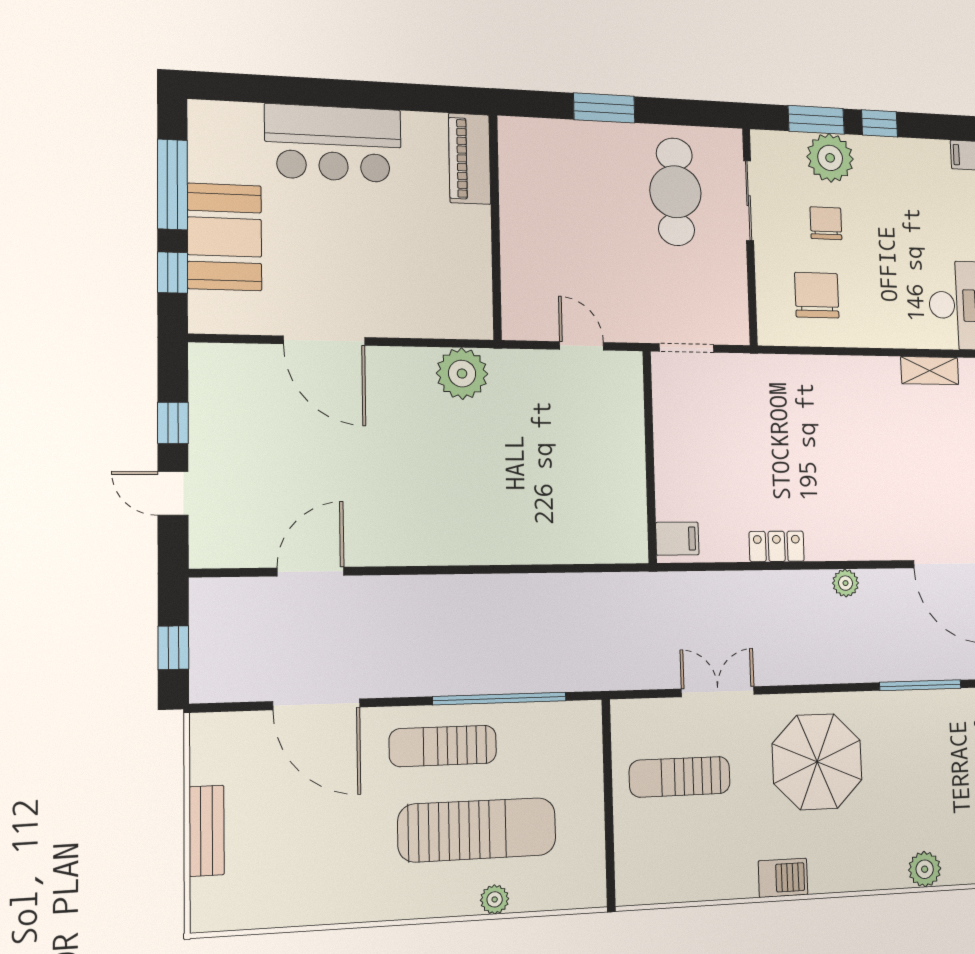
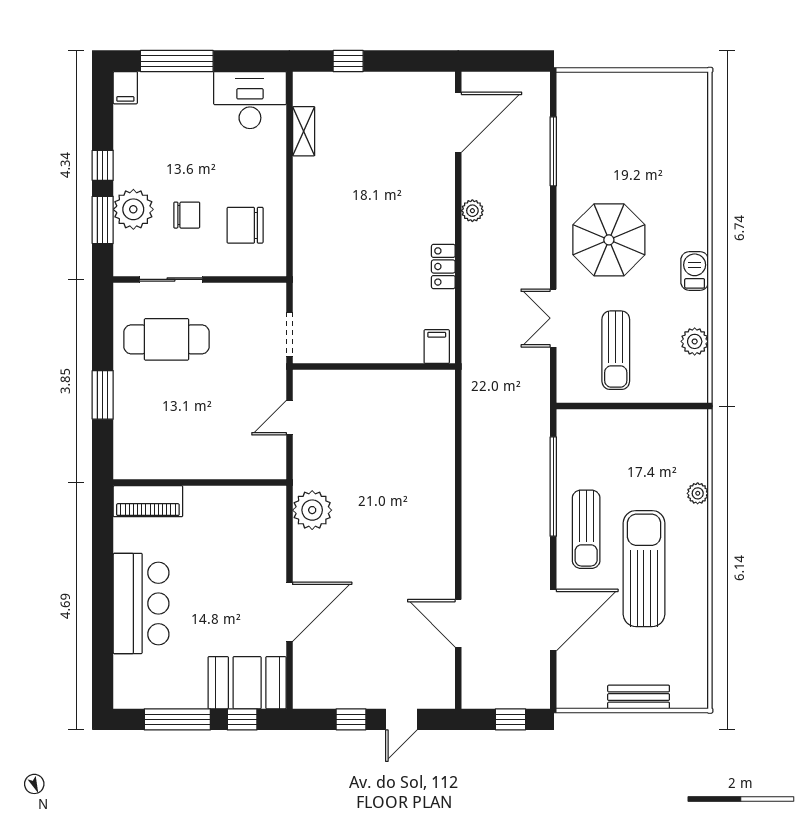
chair: (826, 223) -> (187, 215), turned 180
booth: (225, 237) -> (247, 683), moved
sun lounger: (477, 830) -> (644, 569), moved
plant: (925, 869) -> (695, 341), moved

